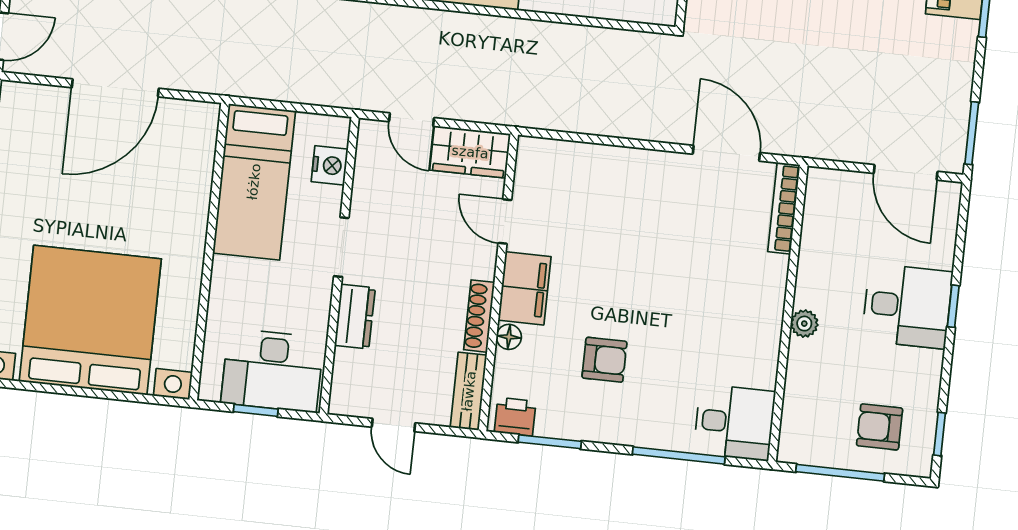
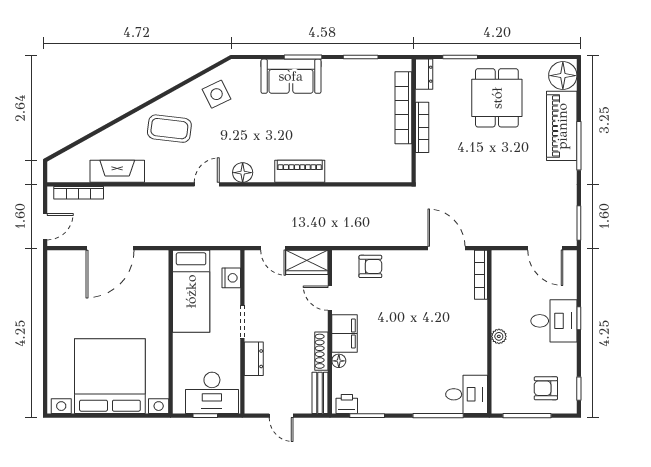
armchair: (604, 360) -> (370, 266), moved

